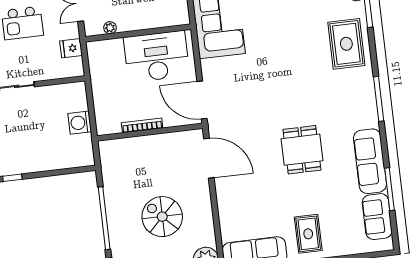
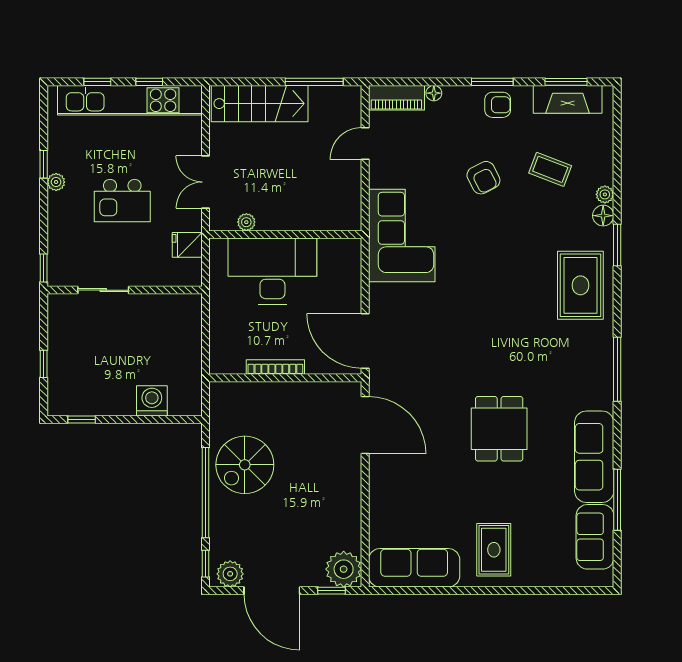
desk: (157, 56) -> (272, 271), moved
washing machine: (80, 123) -> (152, 401), moved, turned 90
spiral stairs: (162, 217) -> (245, 465), moved, turned -90

